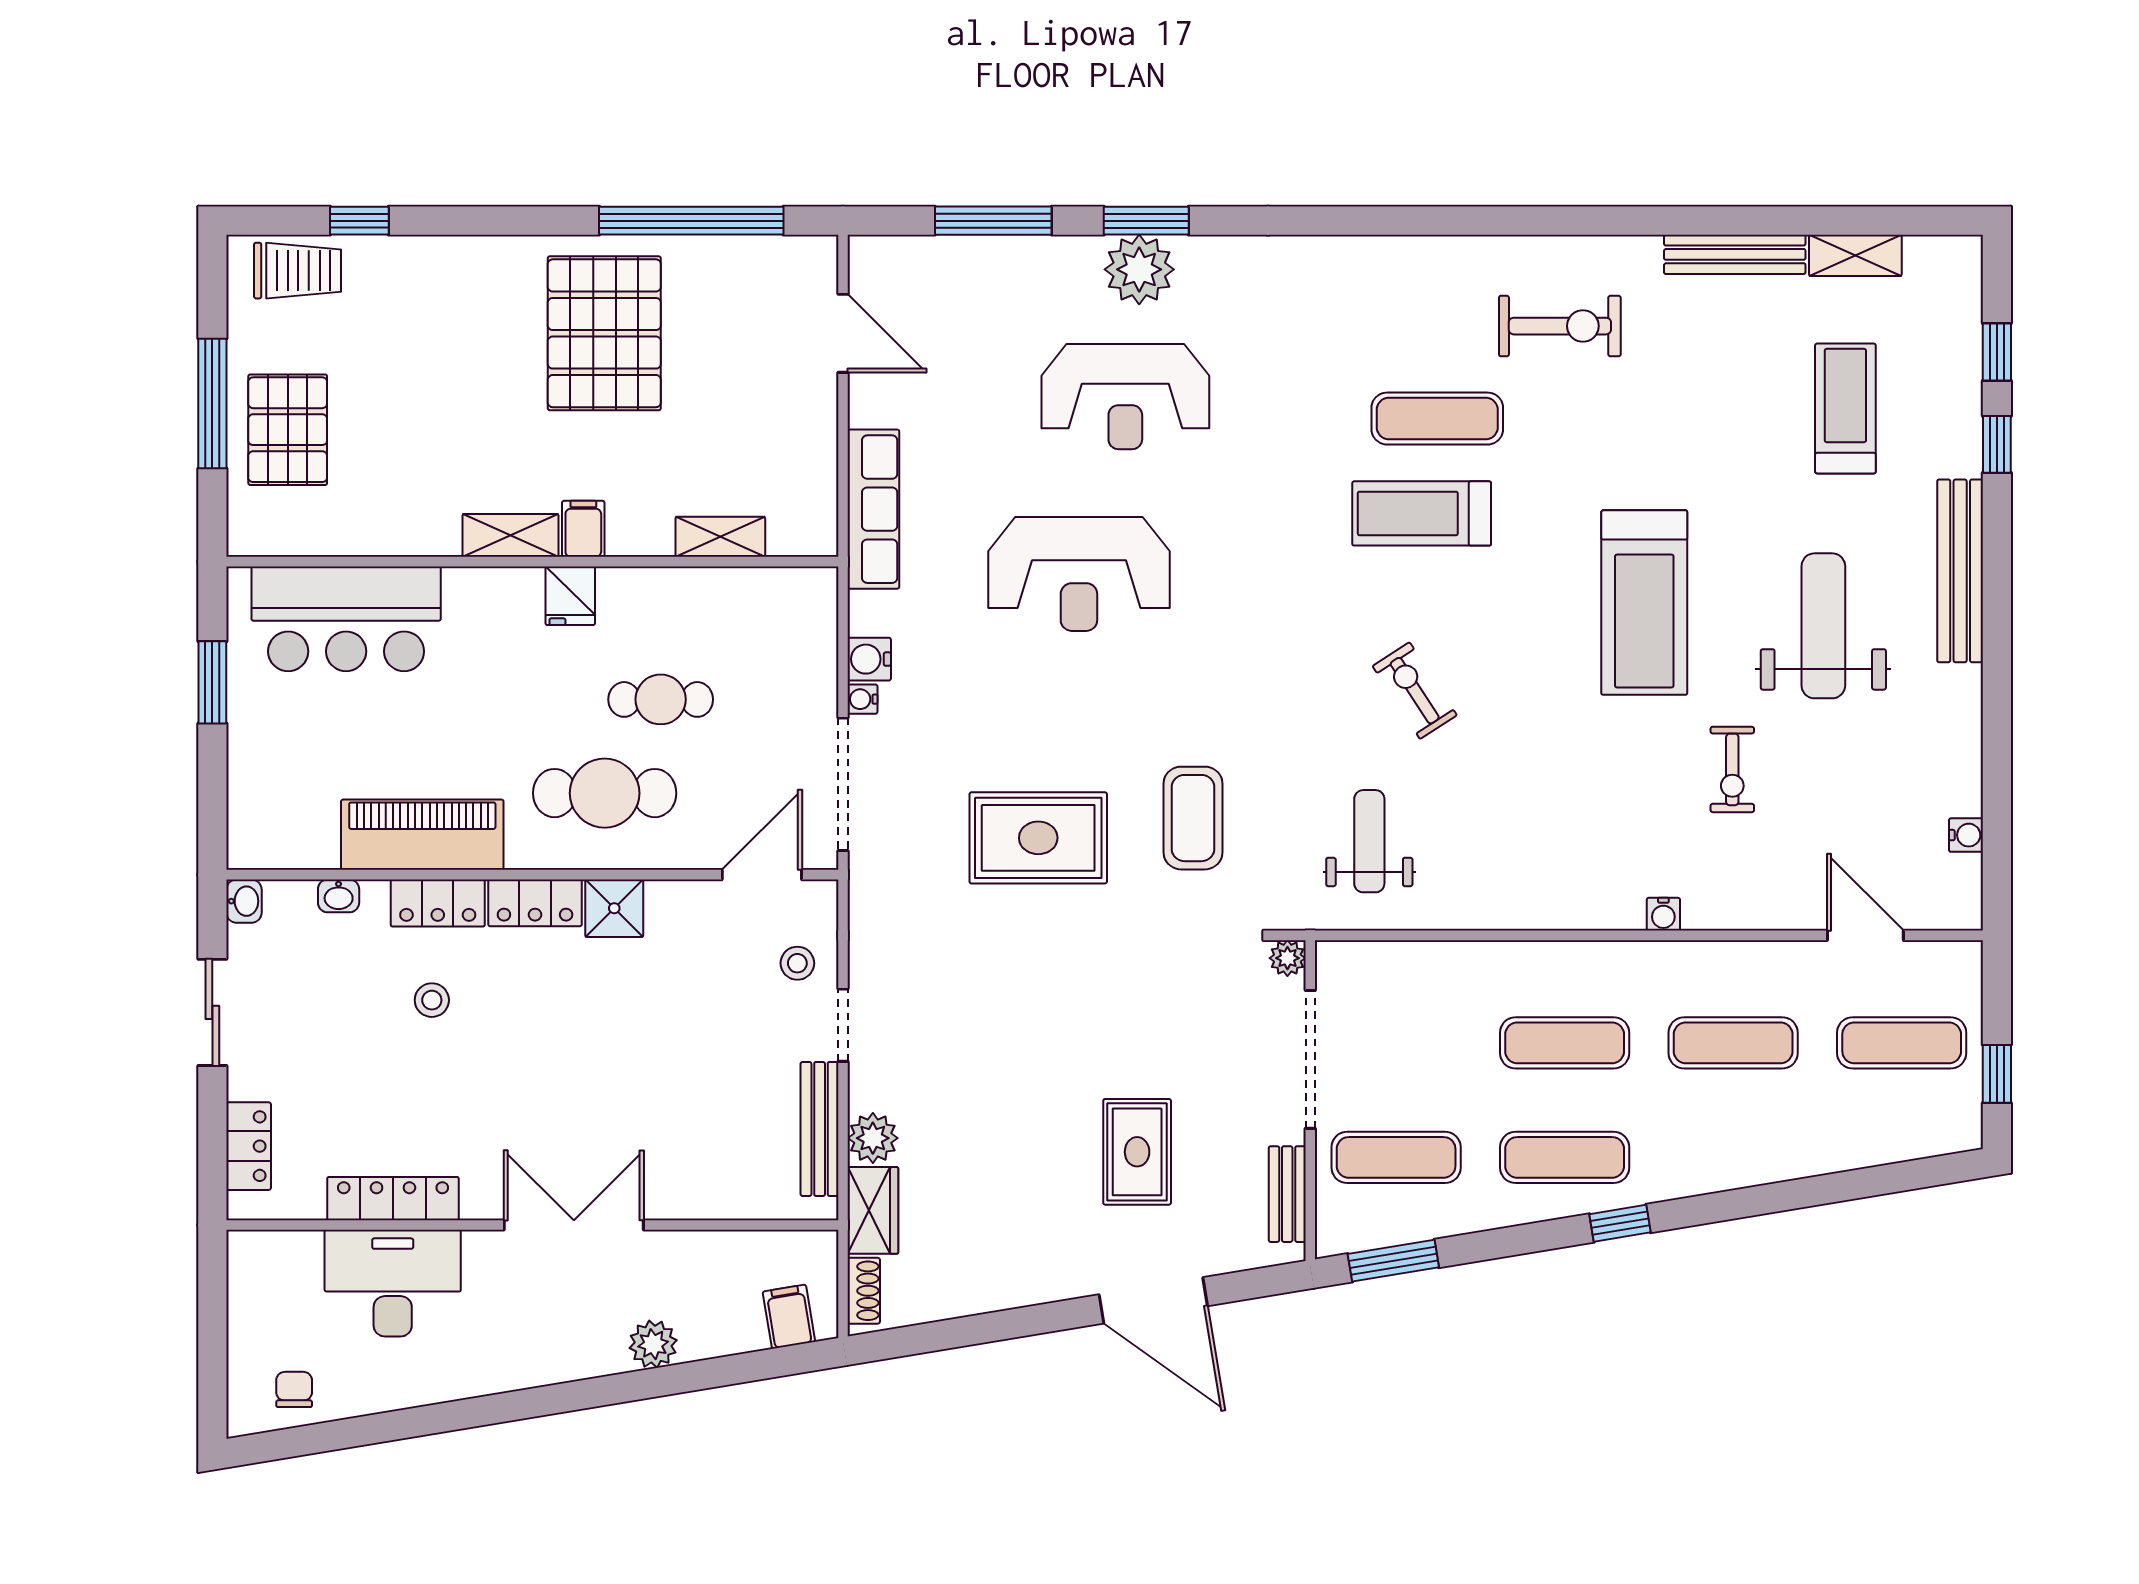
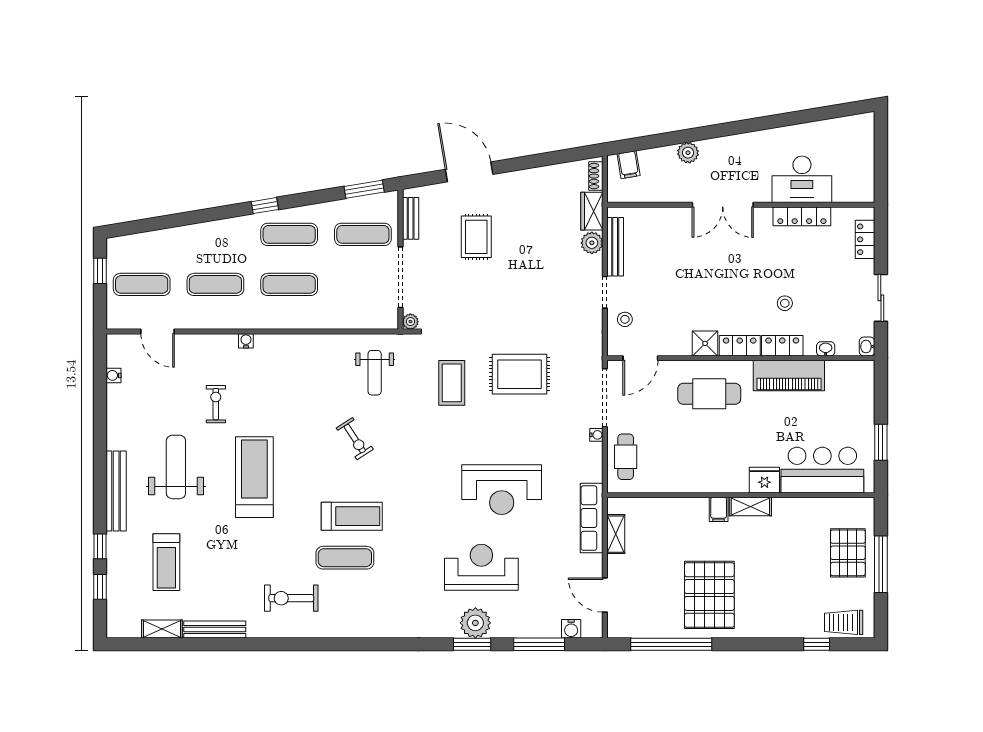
shelving: (720, 537) -> (616, 534), moved, turned 90
reception desk: (1079, 574) -> (502, 490), turned 180
fridge: (570, 596) -> (764, 480), moved, width x1.38
weight bench: (1823, 626) -> (176, 467), turned 180
water cooler: (869, 659) -> (571, 629), moved, turned 90
cafe table: (661, 699) -> (626, 457), moved, turned 90
chair: (294, 1389) -> (845, 133), removed

